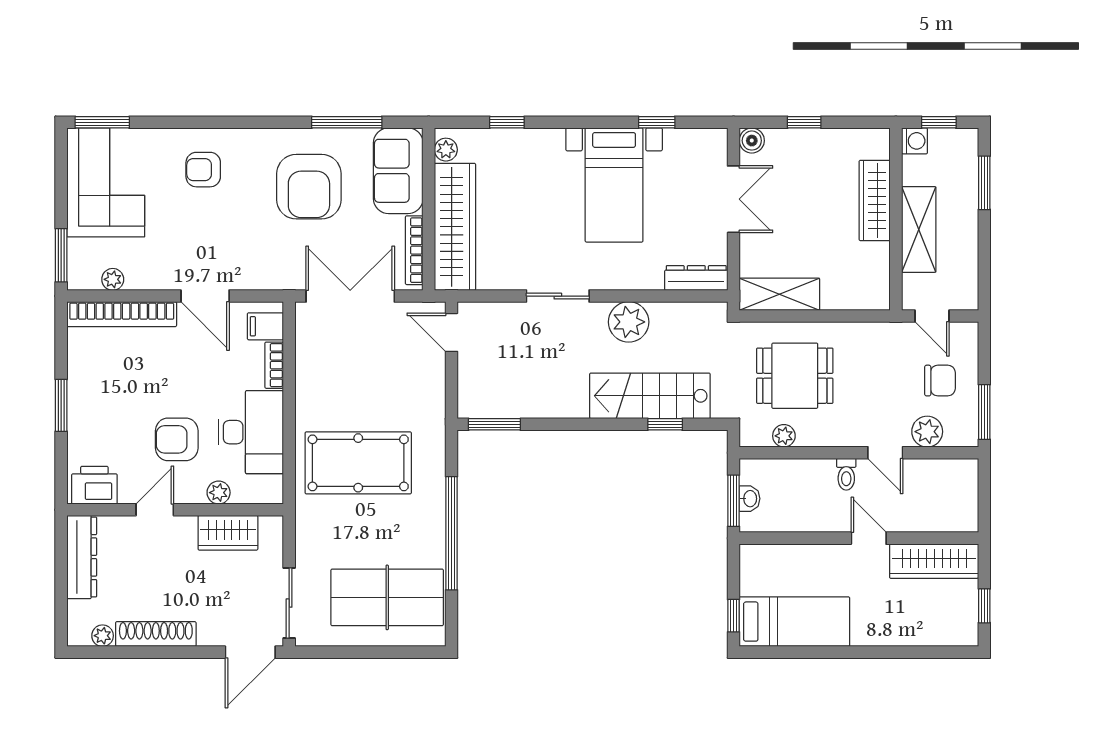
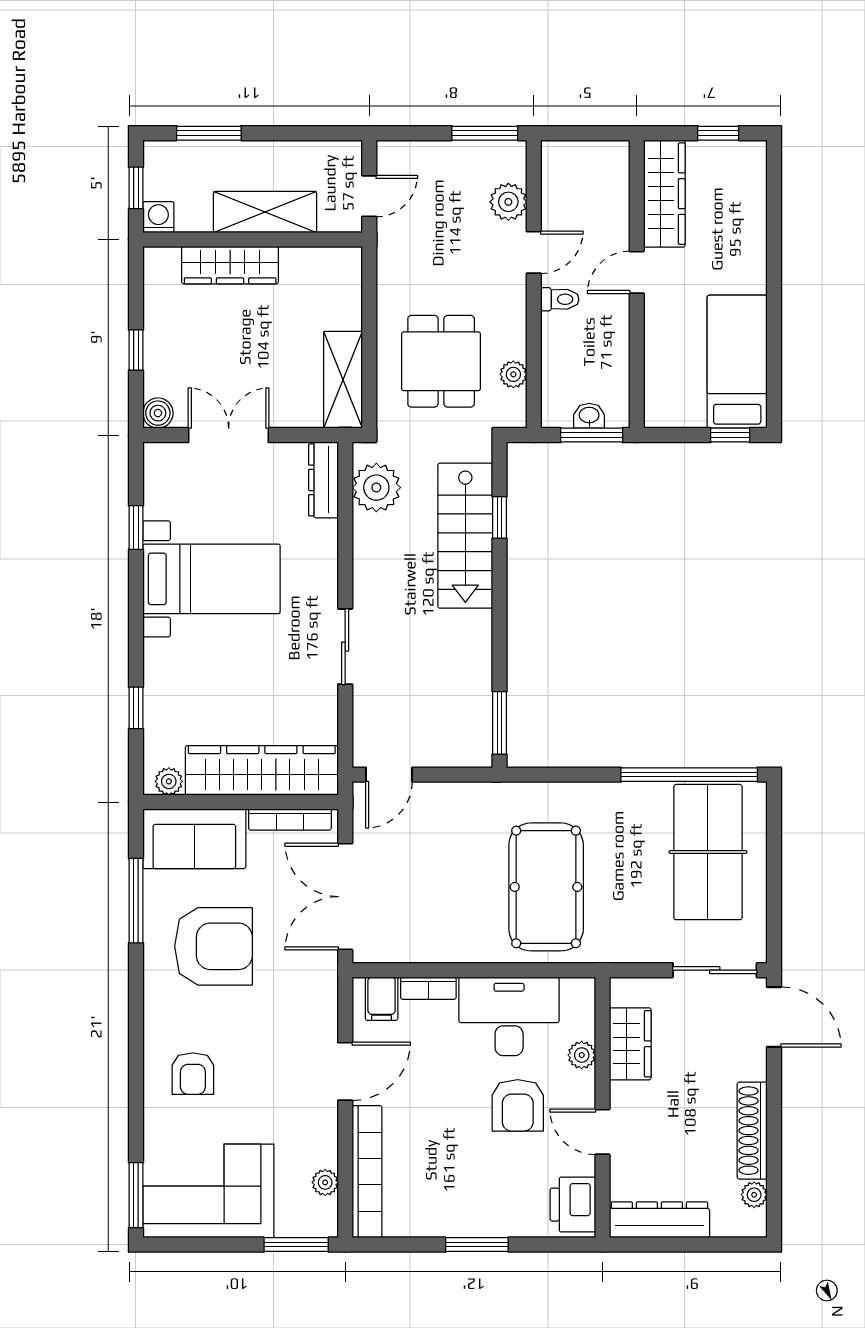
plant: (629, 322) -> (376, 488), moved
chair: (940, 381) -> (447, 186), removed
window: (451, 533) -> (689, 775), moved

